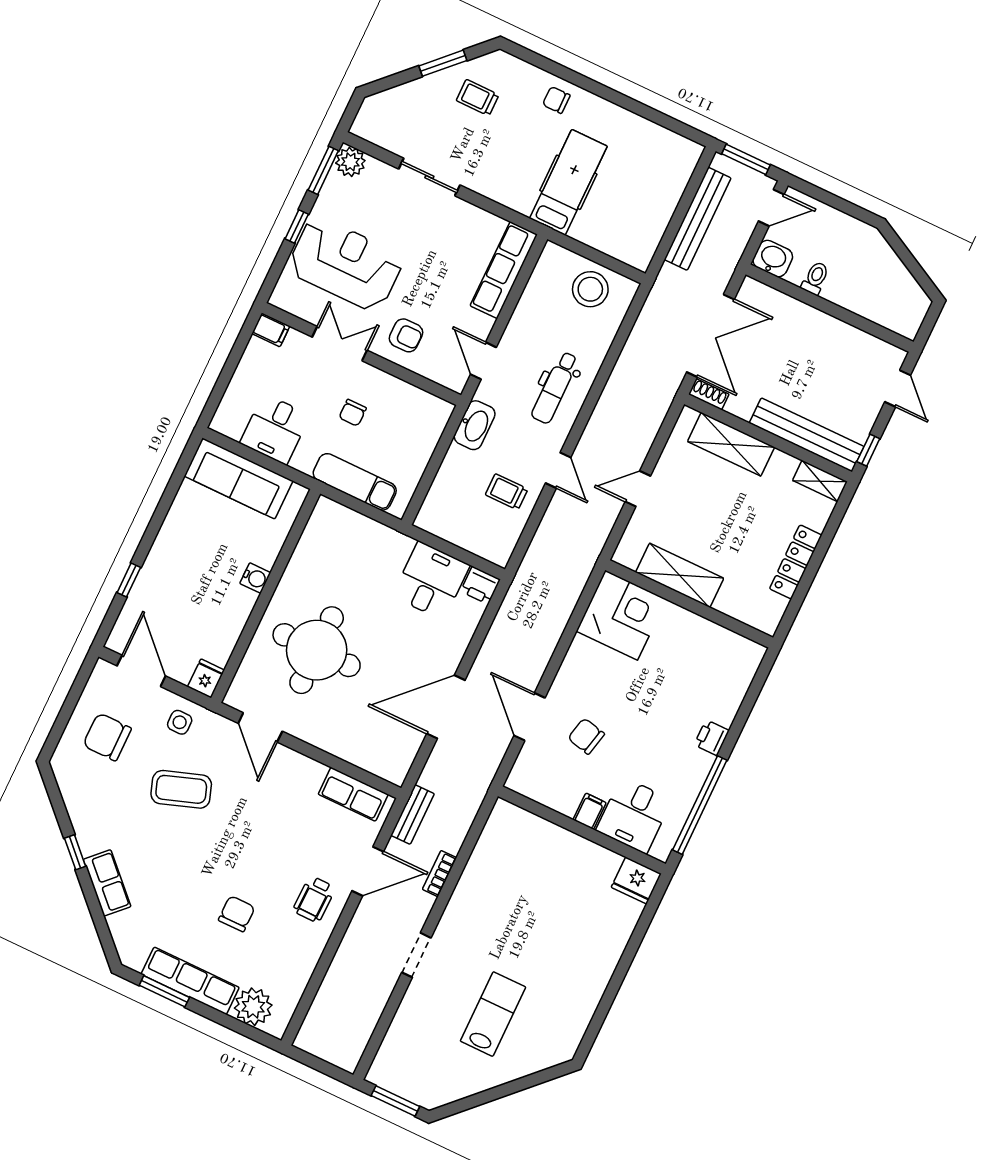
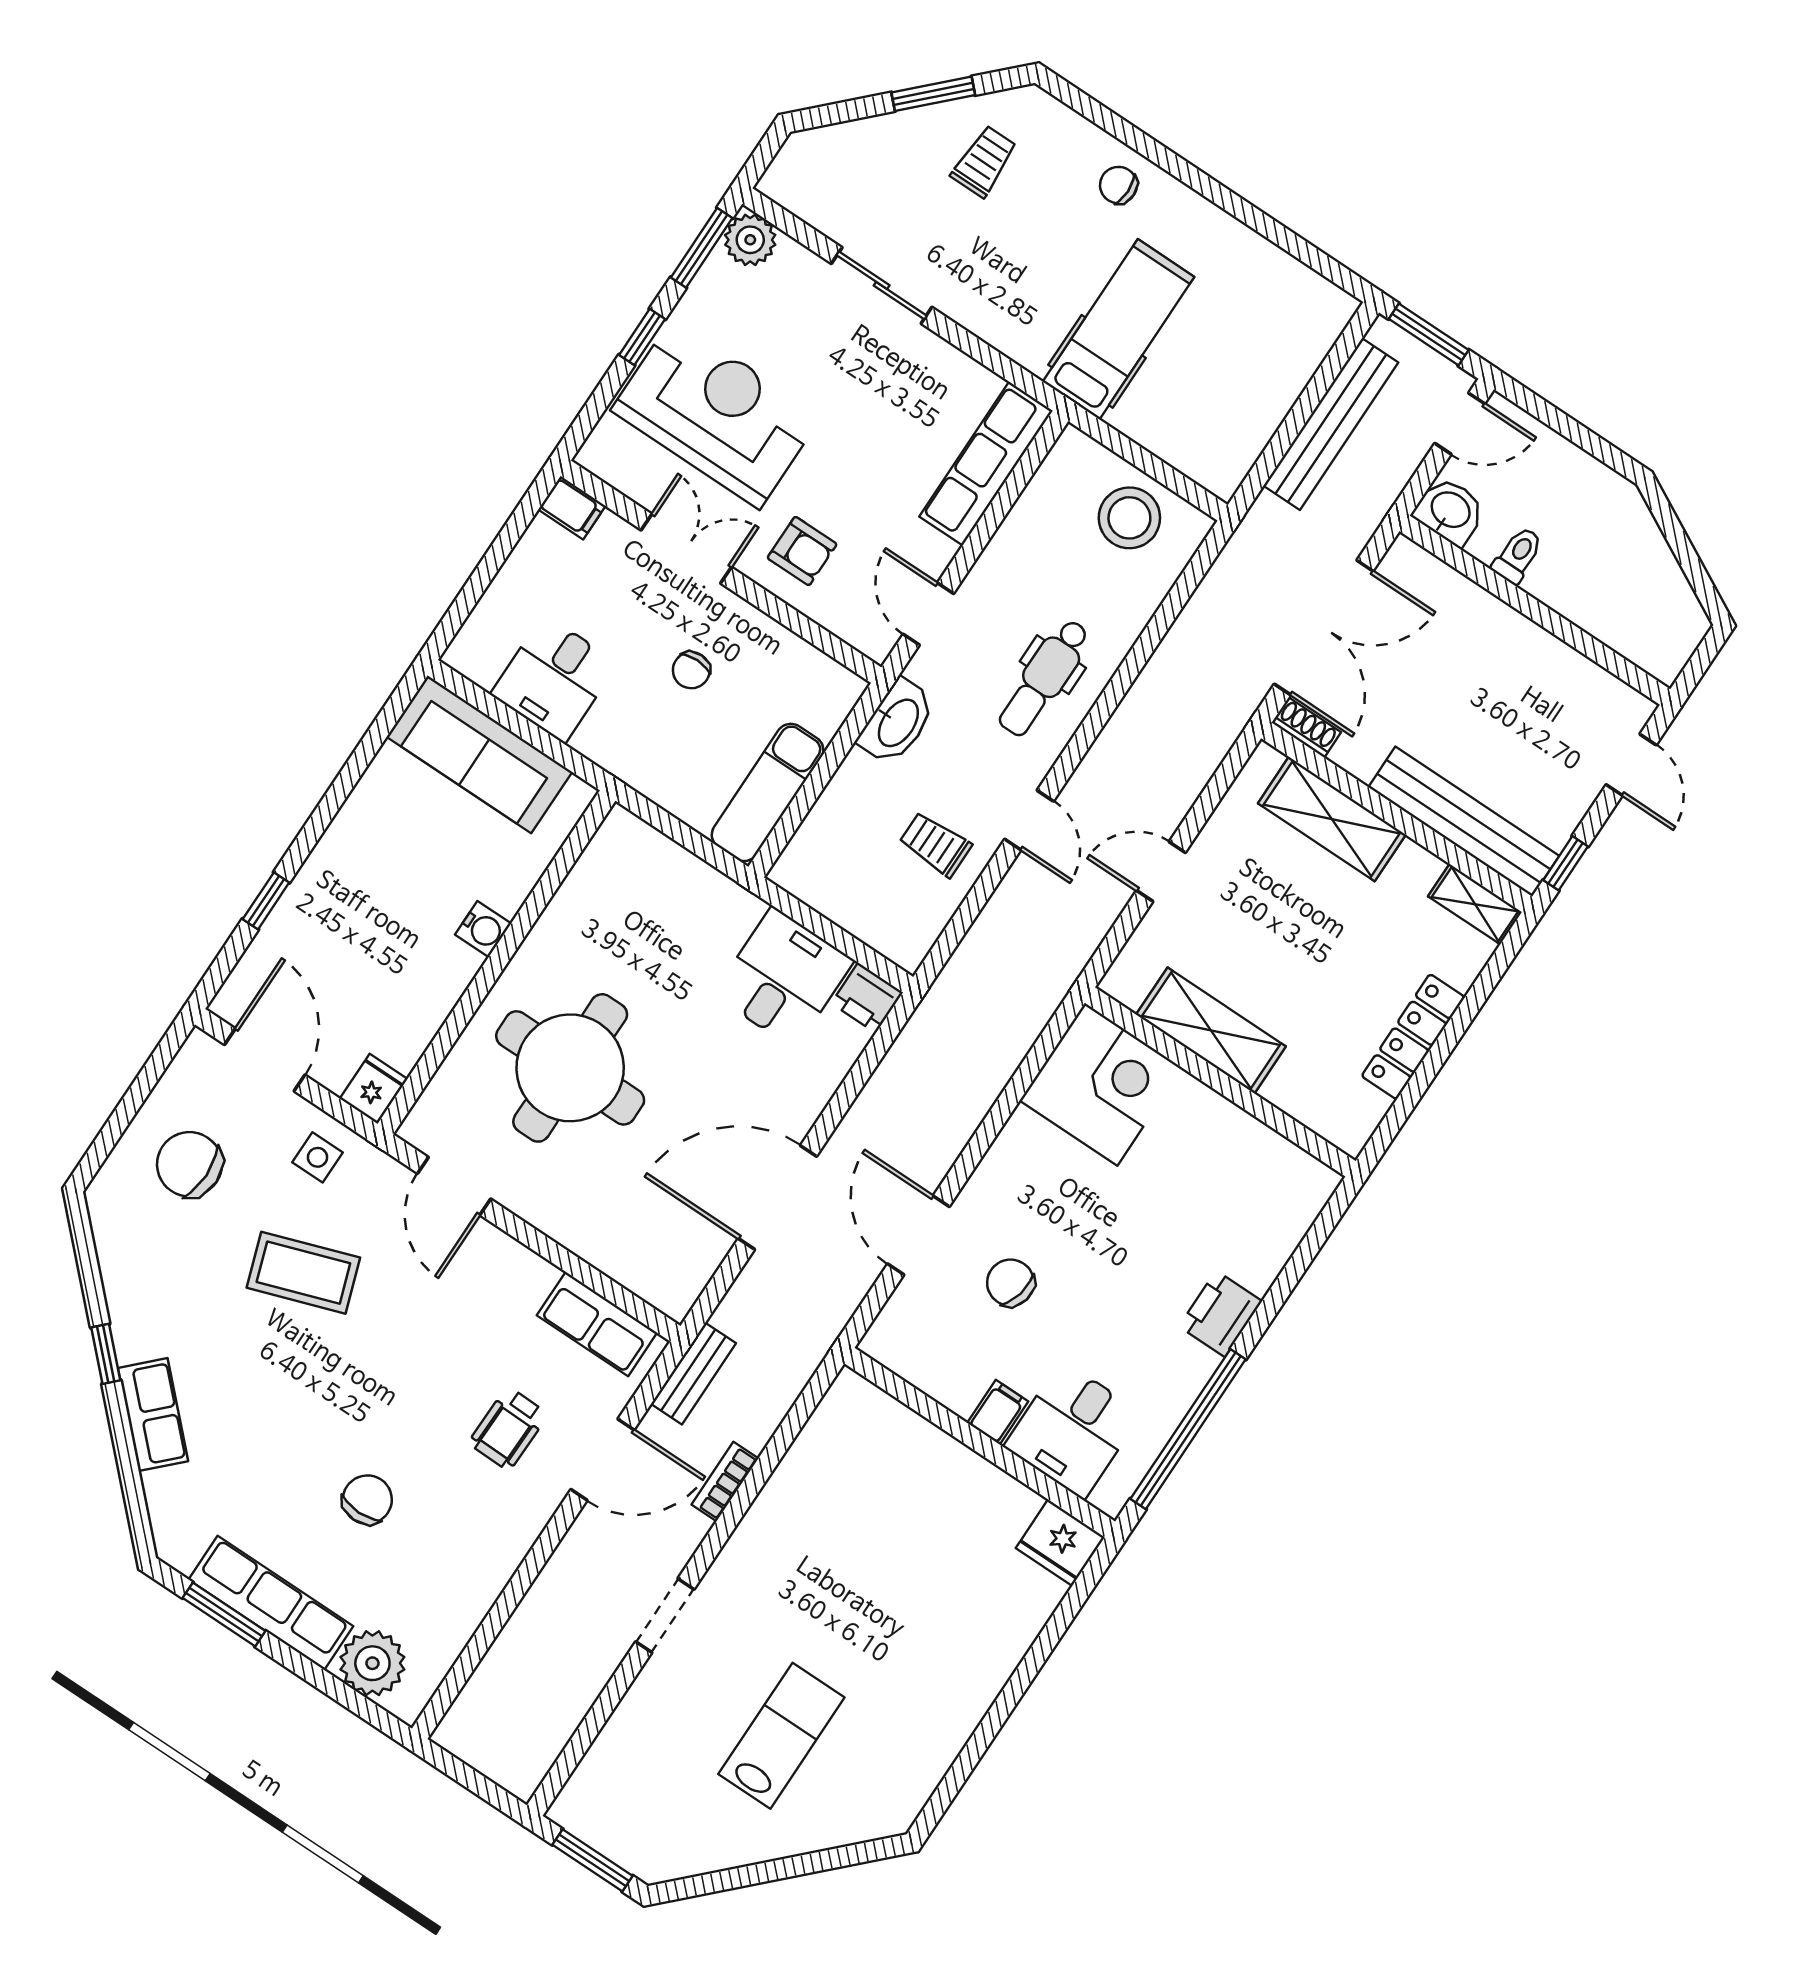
trolley: (478, 98) -> (984, 161), turned 90
exam couch: (355, 482) -> (768, 792), moved, turned -90
printer: (712, 738) -> (1220, 1314), width x1.36, depth x1.24
wheelchair: (314, 899) -> (508, 1429), moved

